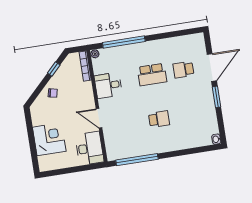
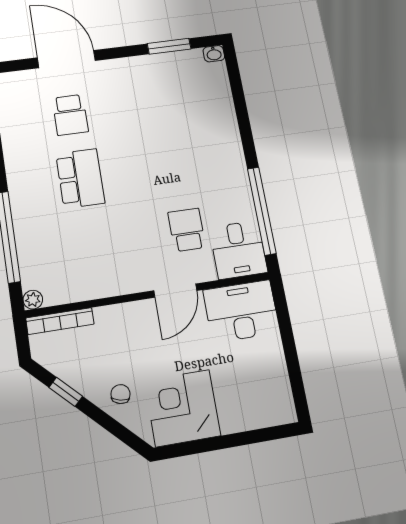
desk: (108, 85) -> (238, 250), moved
window: (216, 97) -> (169, 46), moved
school desk: (159, 119) -> (187, 230), moved
corner desk: (49, 139) -> (183, 408), moved

